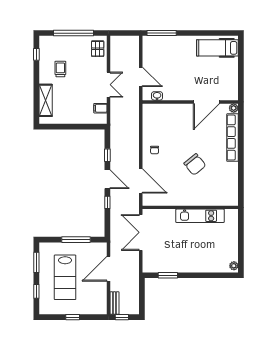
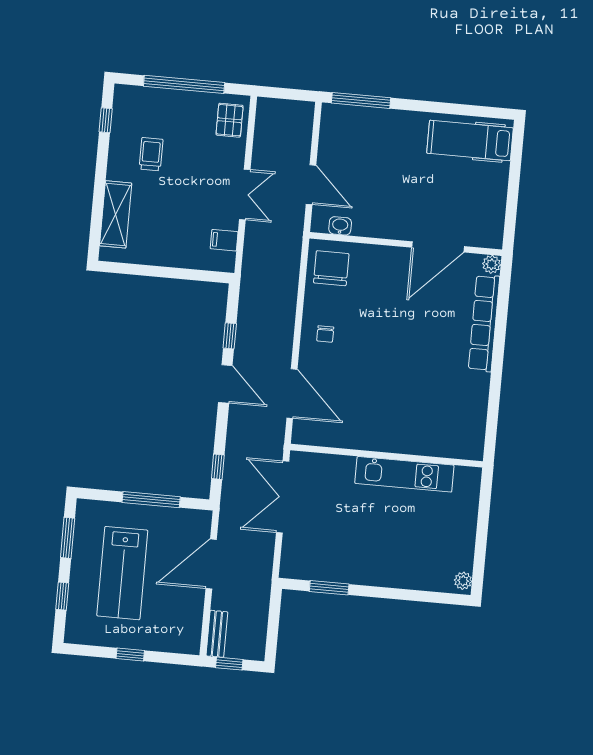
chair: (195, 164) -> (331, 268), moved, turned -141
window: (107, 202) -> (218, 467), moved

